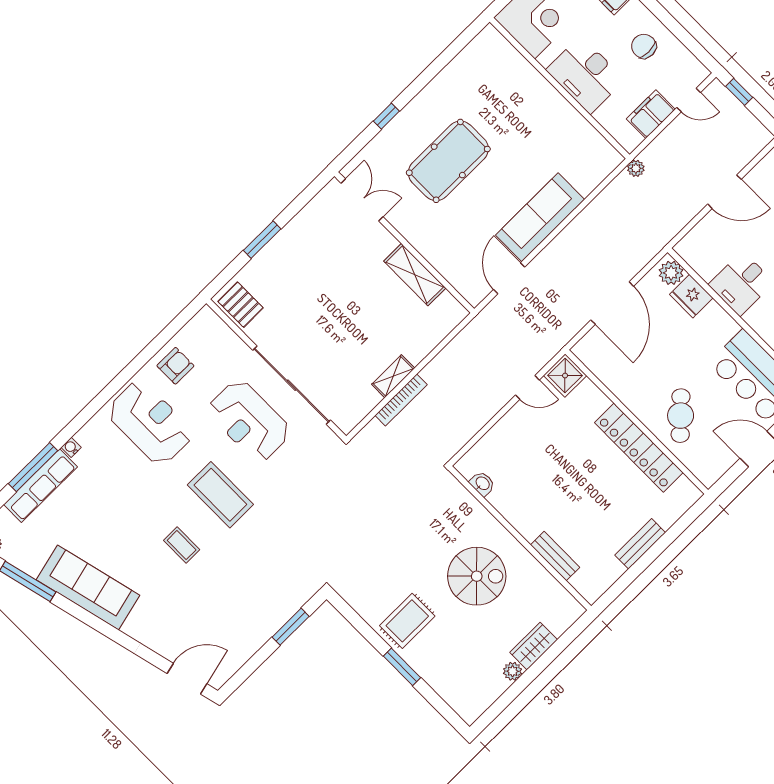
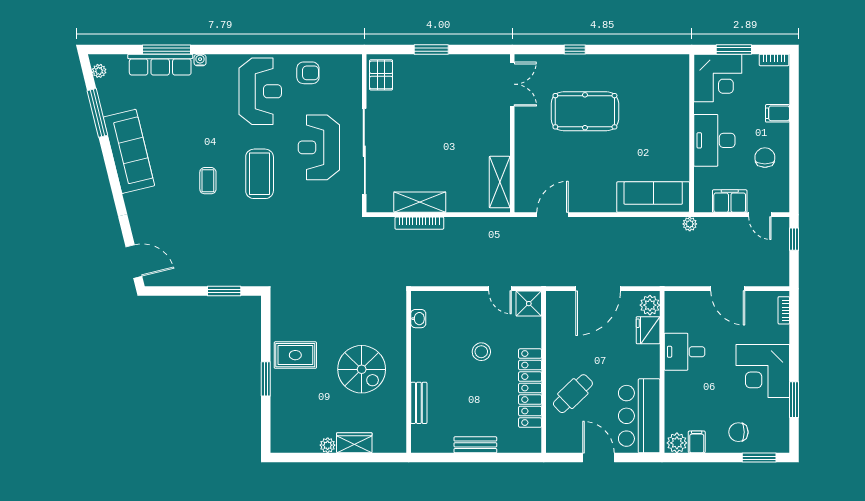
sofa: (540, 217) -> (653, 197), moved
shelving: (415, 275) -> (500, 182), moved
shelving: (393, 376) -> (420, 202), width x1.50, depth x1.33
stool: (565, 458) -> (481, 352), added

